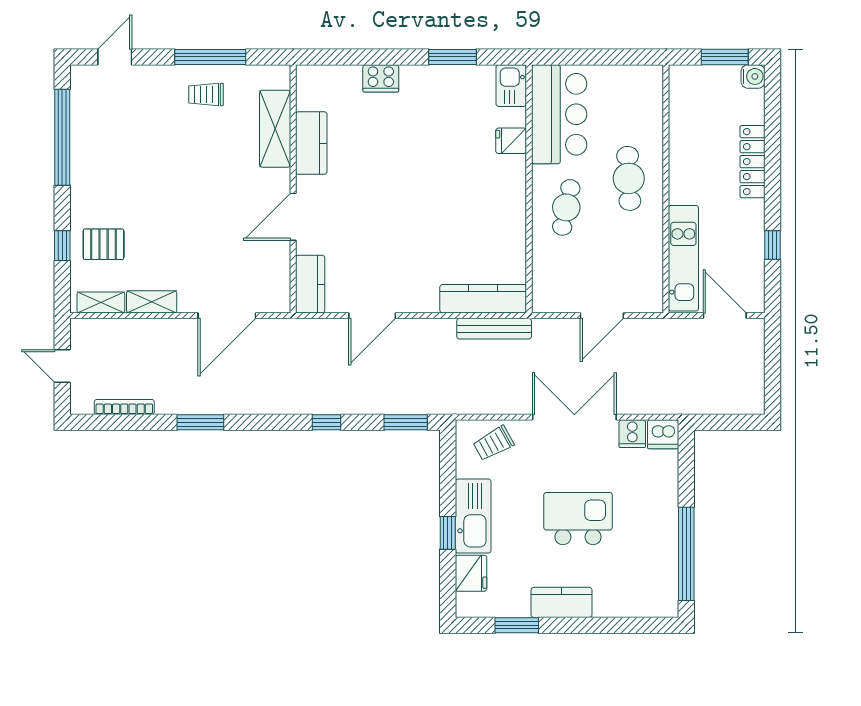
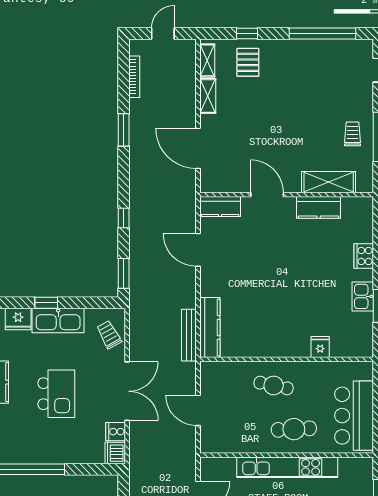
kitchen sink: (511, 86) -> (363, 296), moved, turned -90
bar counter: (559, 114) -> (354, 416), moved, turned 90
kitchen unit: (683, 258) -> (287, 467), moved, width x1.36

